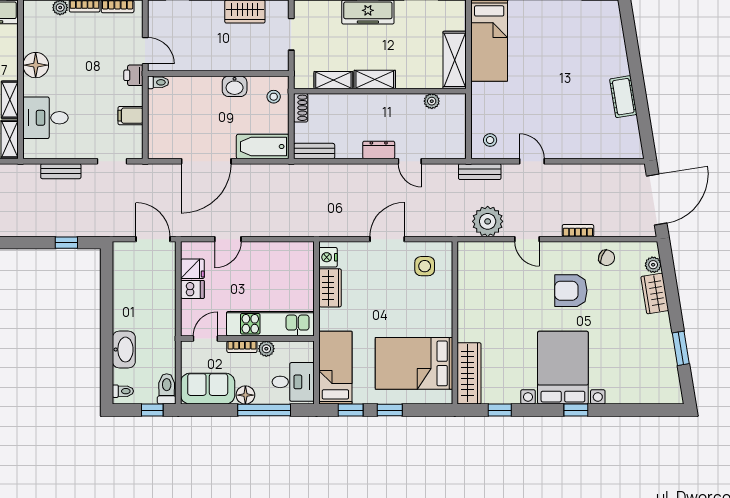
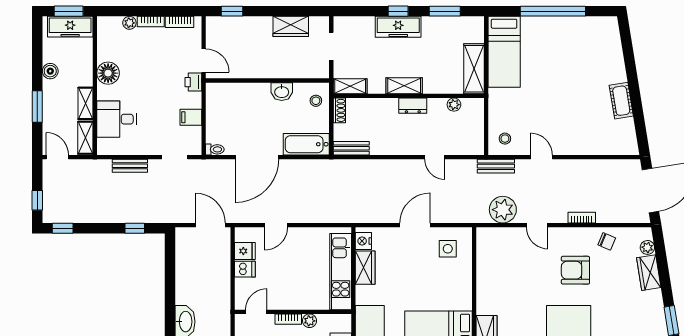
shelving: (333, 80) -> (350, 86), moved
toilet: (158, 82) -> (215, 149), moved
dresser: (379, 150) -> (413, 106), moved, turned 180
kitchen unit: (270, 324) -> (341, 272), moved, turned -90

